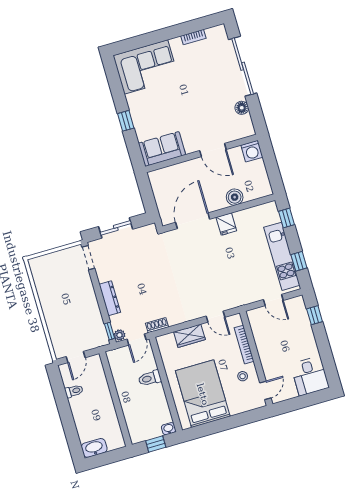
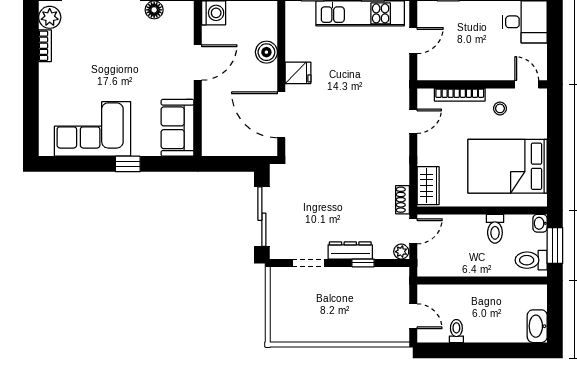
plant: (215, 35) -> (50, 17), added
corner sofa: (146, 67) -> (93, 129), moved, turned -90
sliding door: (116, 228) -> (262, 217), width x1.37
doorway: (88, 258) -> (308, 263), moved
window: (110, 331) -> (363, 263), moved
wardrobe: (189, 336) -> (428, 186), moved
door: (137, 339) -> (413, 231), hinge flipped
toilet: (150, 378) -> (495, 229), moved
toilet: (140, 430) -> (531, 260), added
window: (156, 444) -> (555, 246), width x1.50

